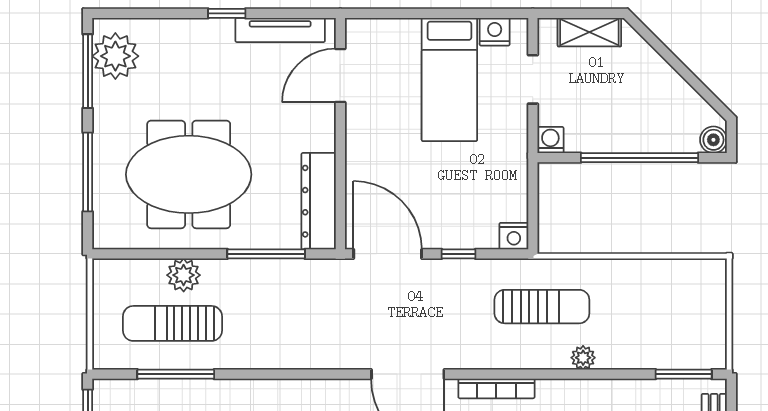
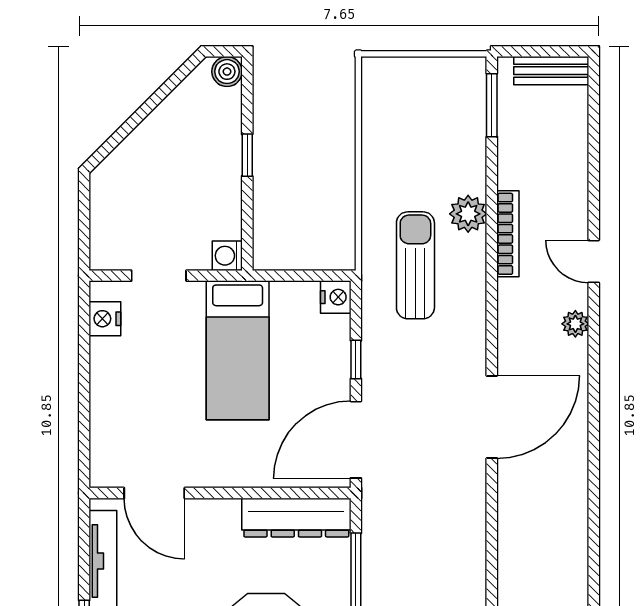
shelving: (589, 32) -> (105, 212), removed
bed: (449, 79) -> (238, 350), moved, turned 90
window: (639, 158) -> (247, 155), width x0.32
plant: (583, 358) -> (468, 214), width x1.38, depth x1.38
bookcase: (496, 388) -> (508, 234), moved

